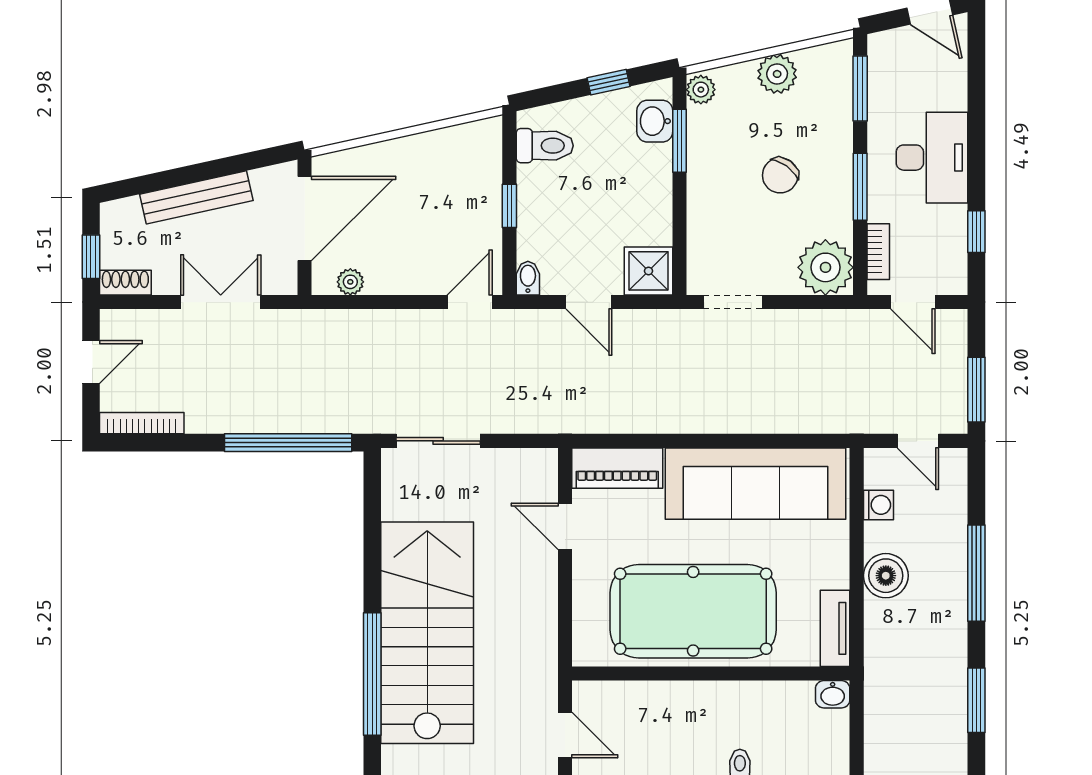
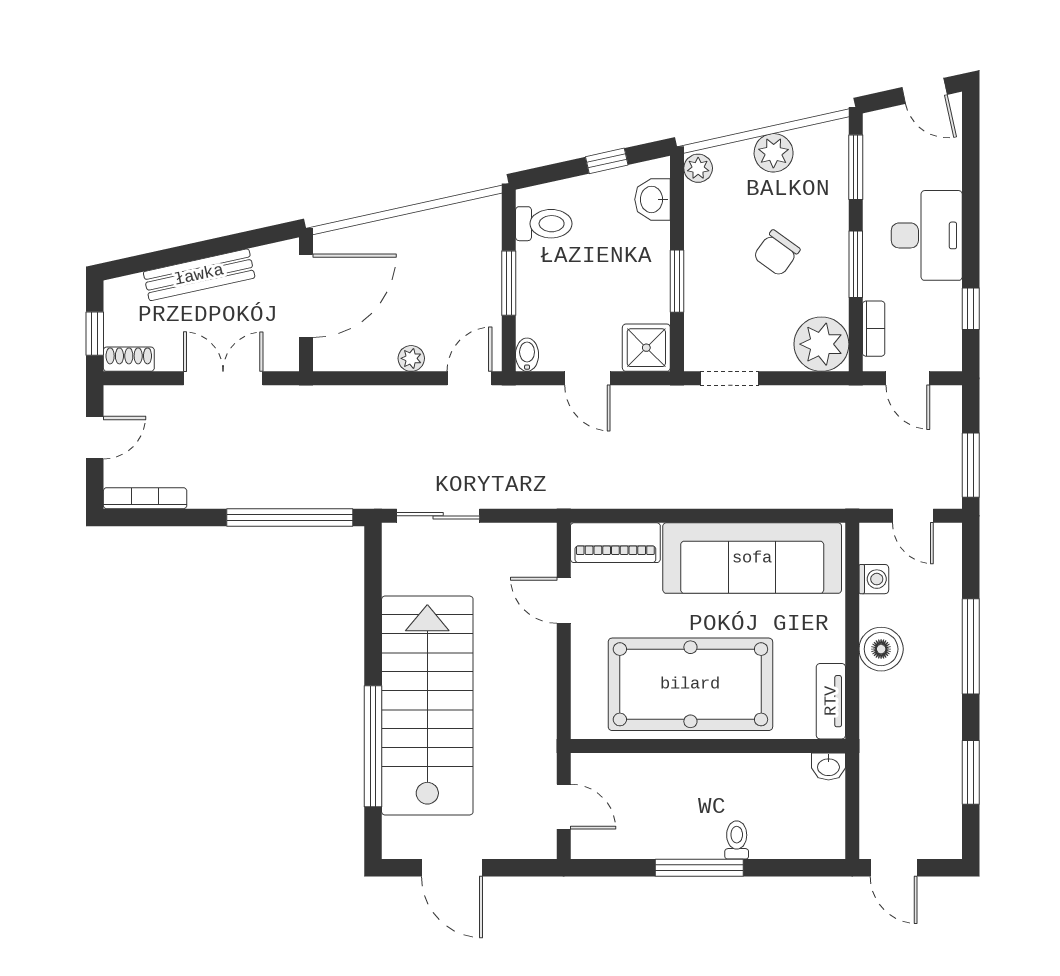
window: (680, 141) -> (677, 281), moved
window: (509, 206) -> (509, 283), width x1.50
plant: (350, 282) -> (411, 358), moved

